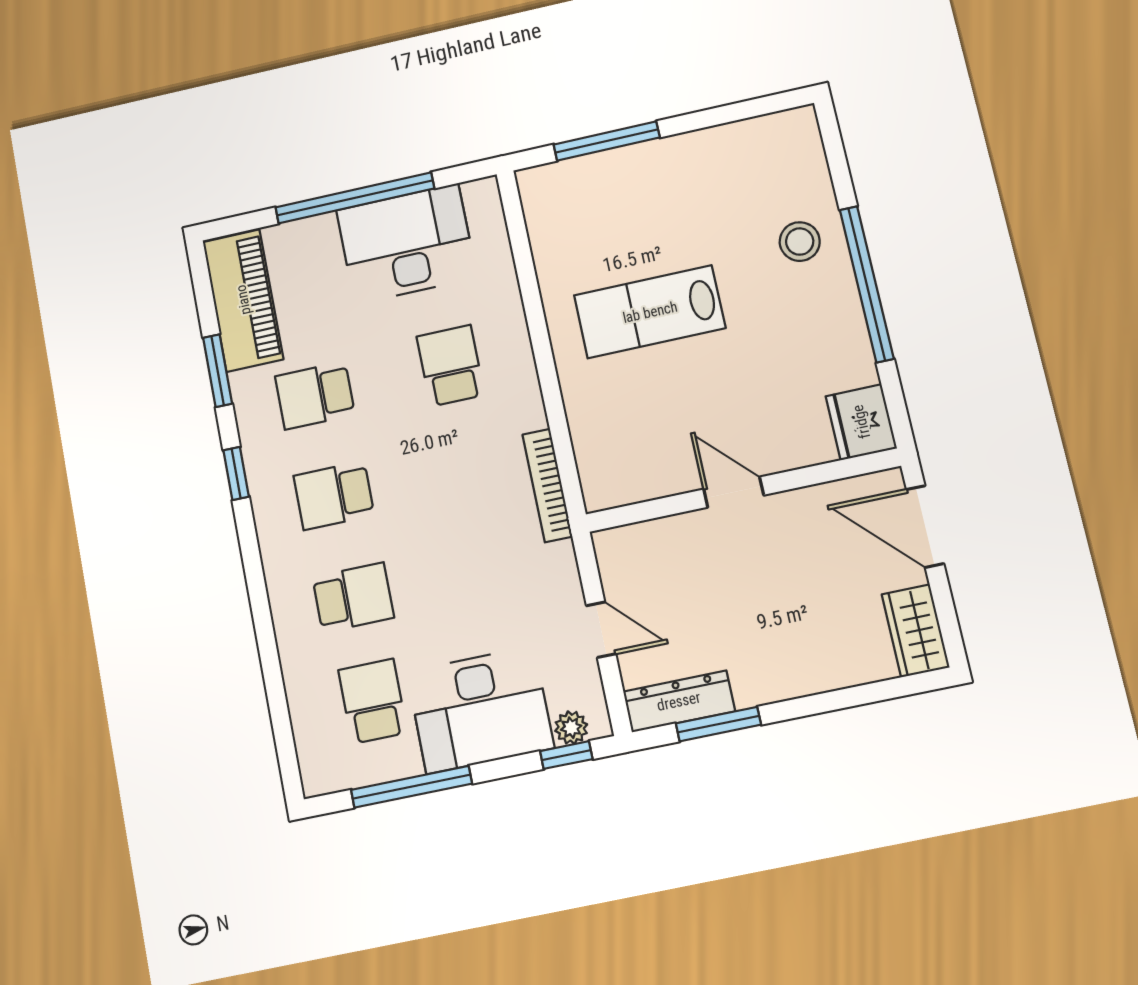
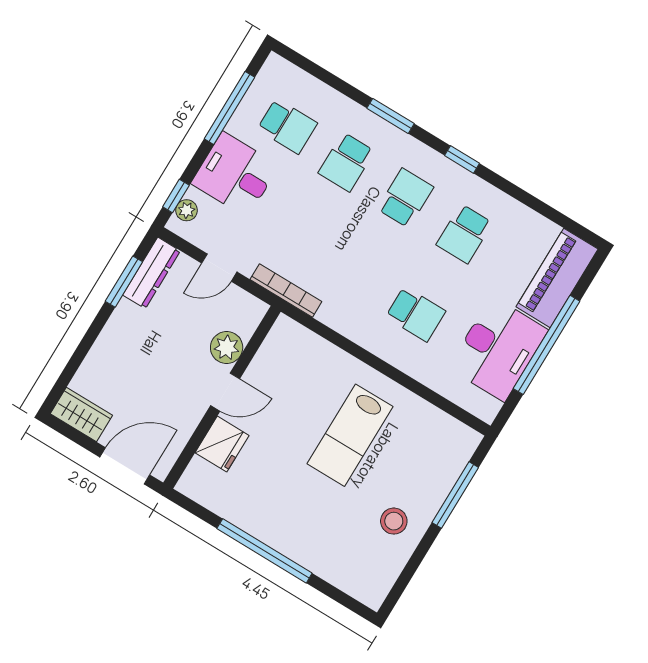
stool: (800, 242) -> (394, 521), moved
piano: (243, 300) -> (557, 278), moved, turned 90
lab bench: (650, 312) -> (350, 435), turned 180
window: (218, 371) -> (390, 116), moved
school desk: (315, 395) -> (464, 234), turned 180
fridge: (861, 422) -> (222, 444), moved, turned 90
bookcase: (547, 485) -> (286, 290), moved
plant: (682, 537) -> (227, 347), added
desk: (480, 710) -> (235, 175), width x0.73

